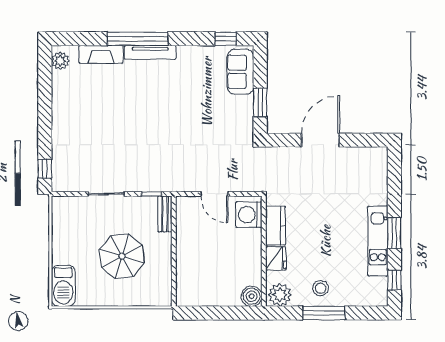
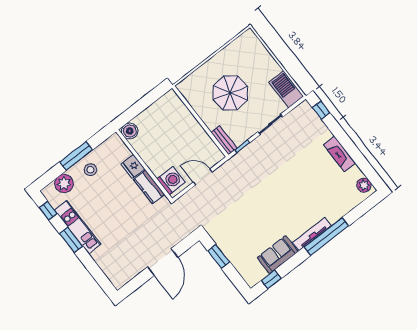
fireplace: (101, 54) -> (340, 154), moved, turned -90
sofa: (240, 72) -> (278, 255), moved, turned -90
barbecue: (63, 286) -> (286, 89), moved
plant: (280, 295) -> (64, 184), moved

